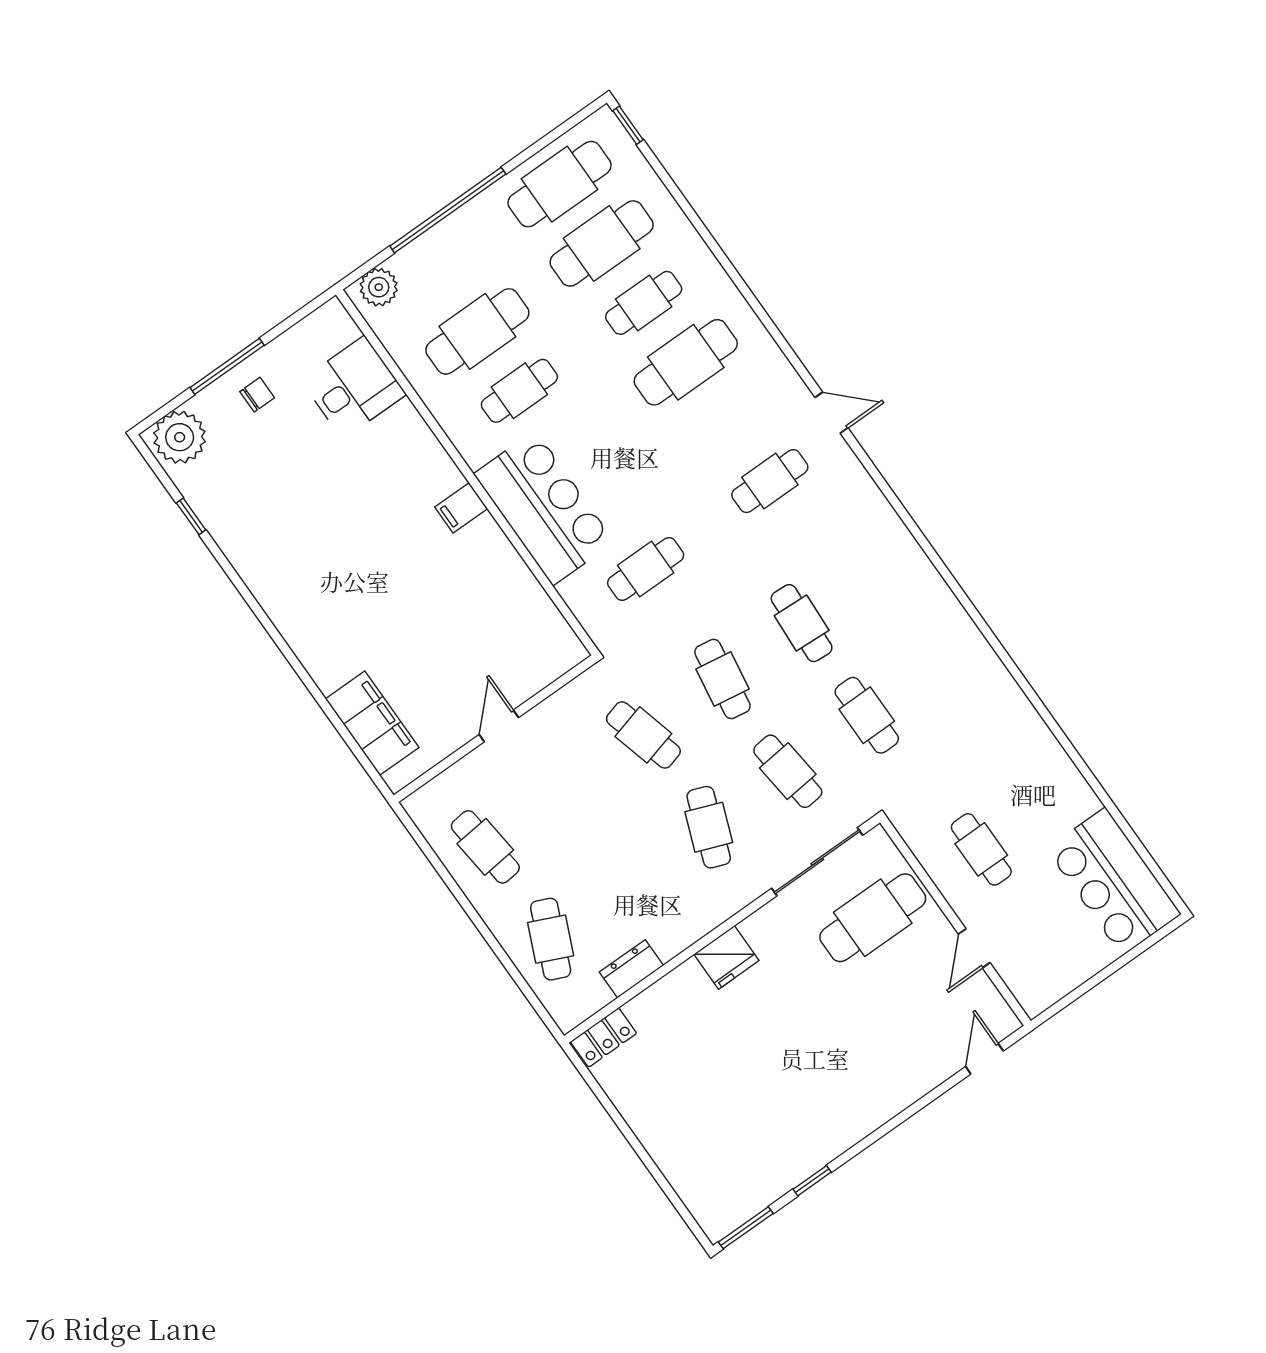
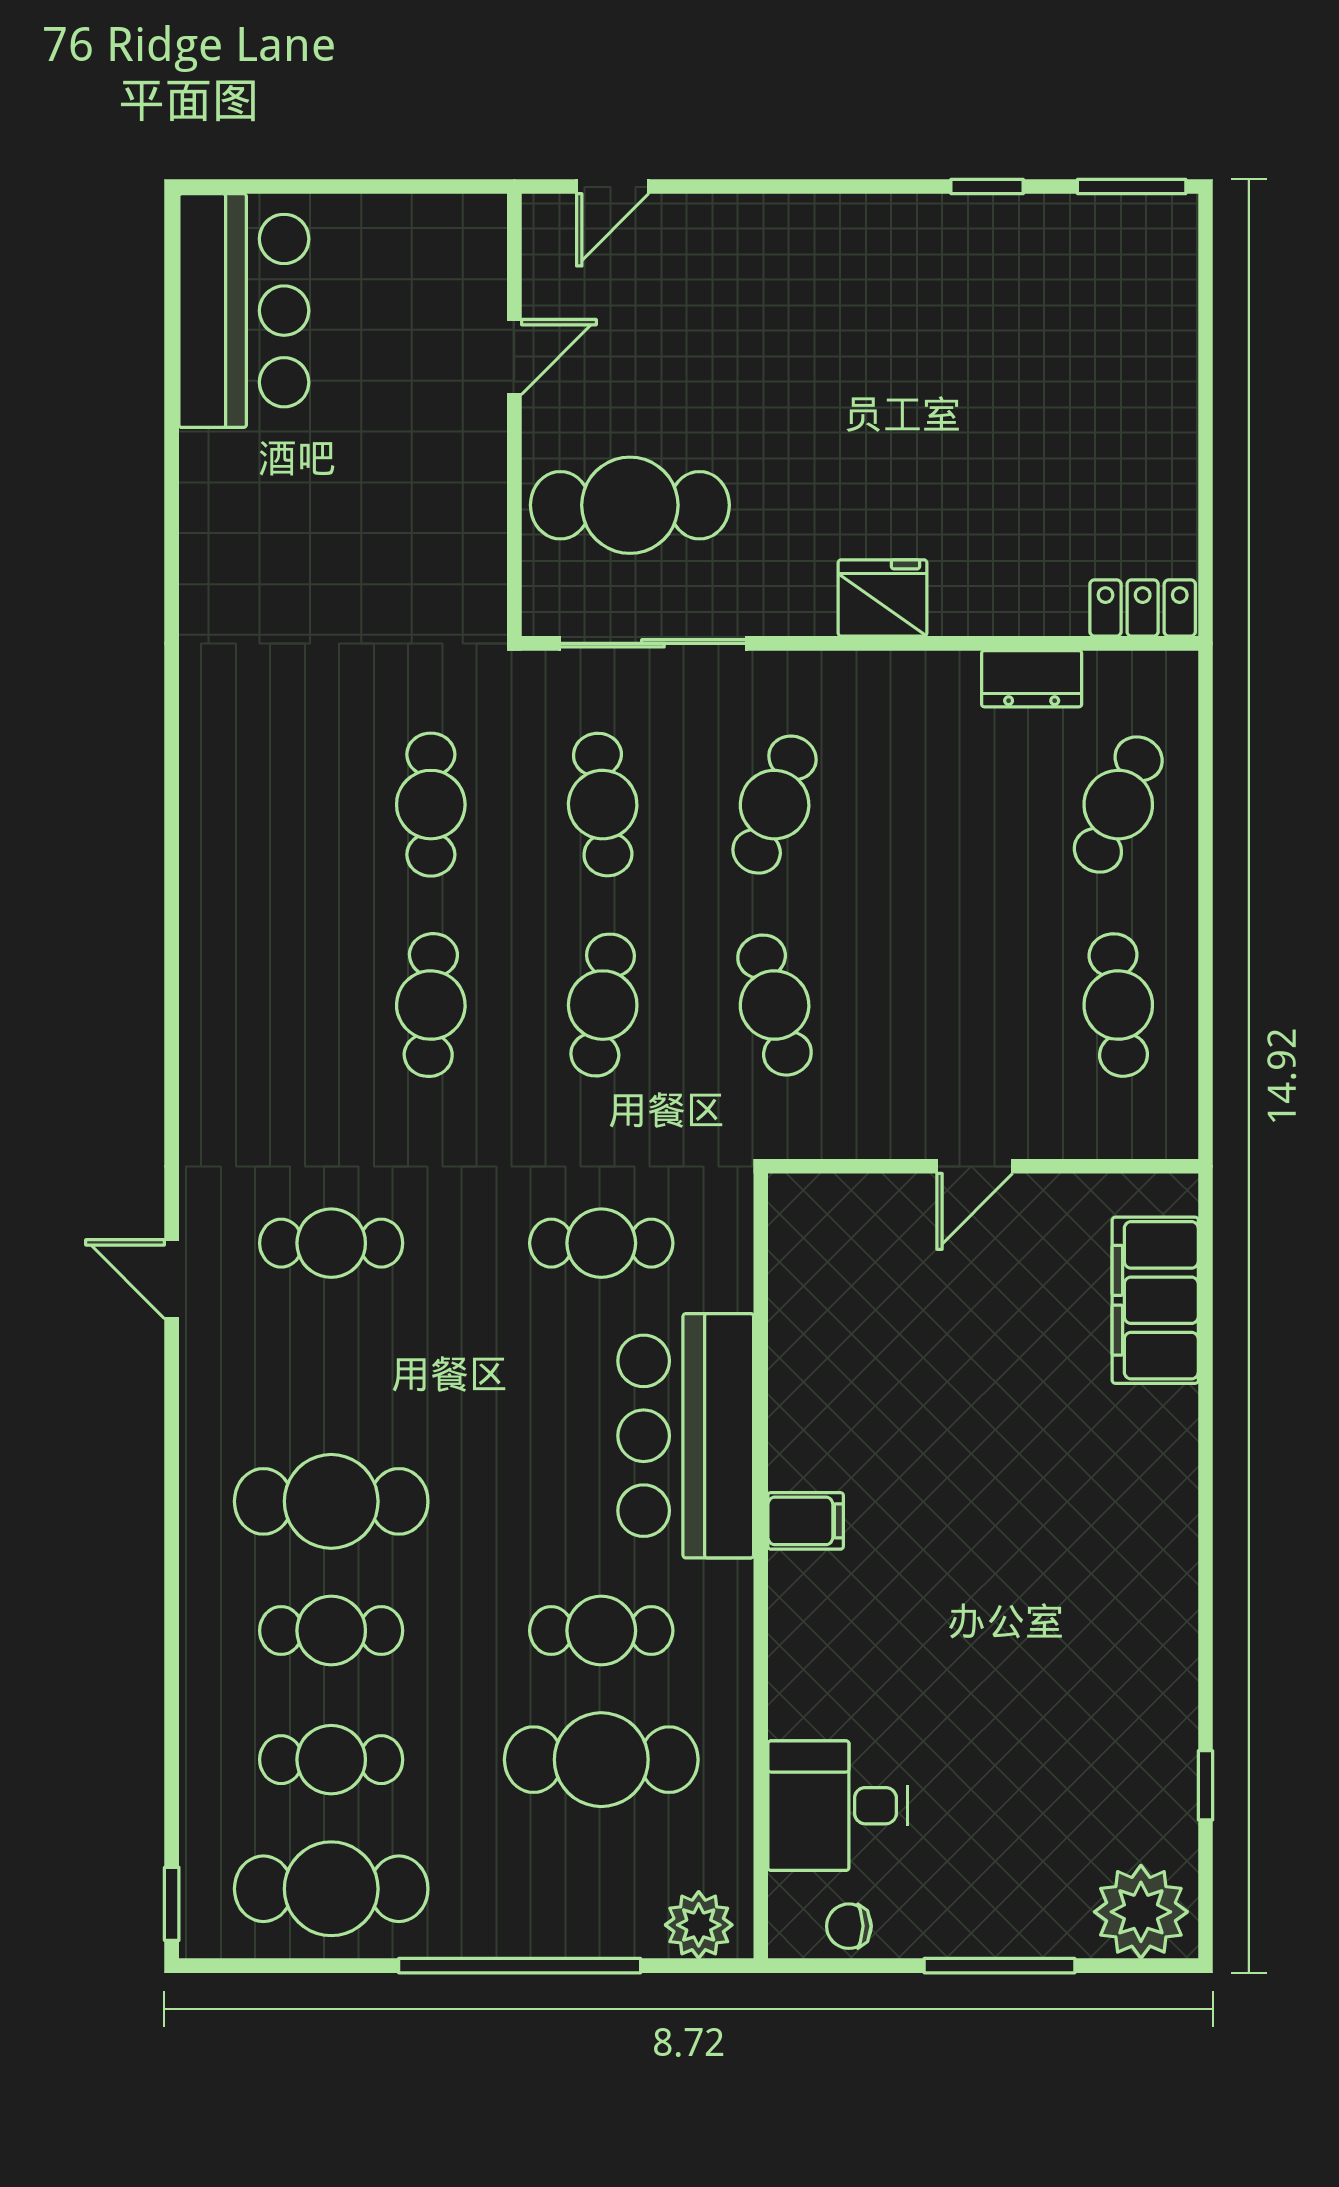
cafe table: (602, 243) -> (331, 1760), width x0.73, depth x0.74
chair: (257, 395) -> (849, 1926), moved
cafe table: (981, 849) -> (403, 493), removed

